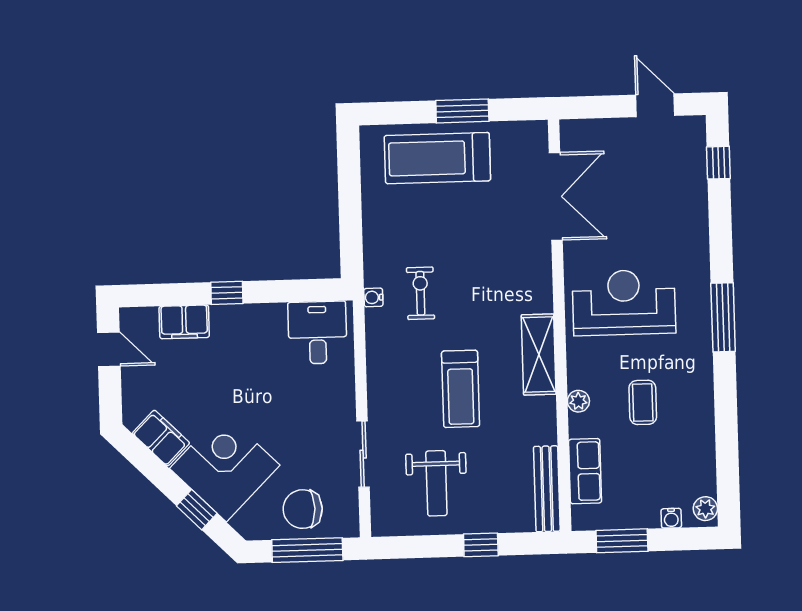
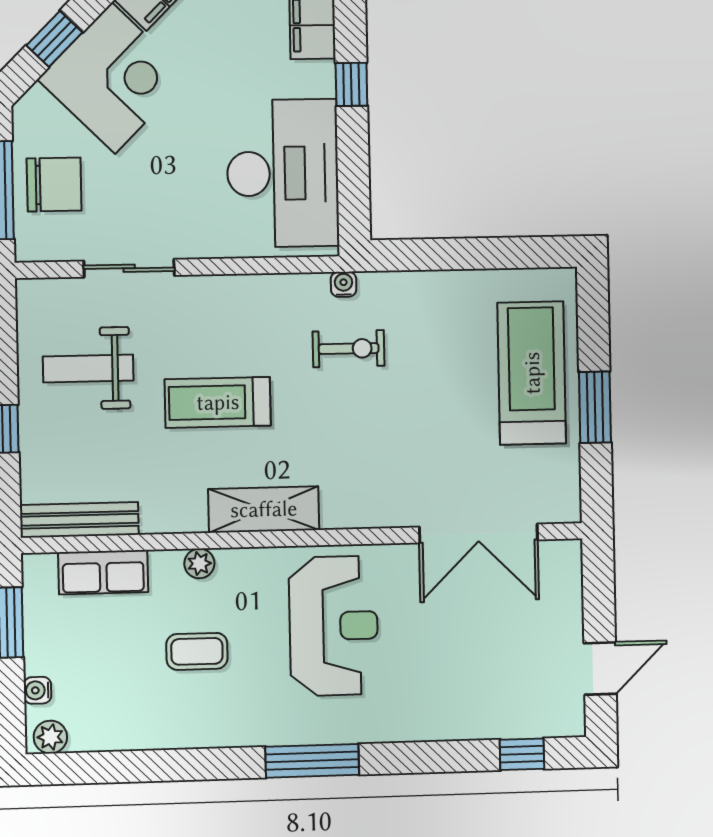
desk: (317, 333) -> (283, 173), width x1.87, depth x1.30
chair: (303, 509) -> (54, 184), turned 90

